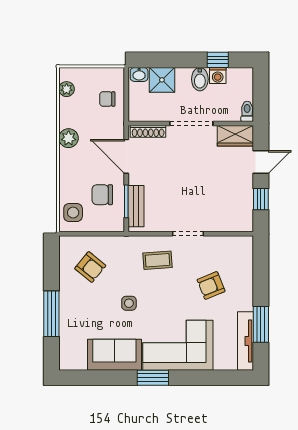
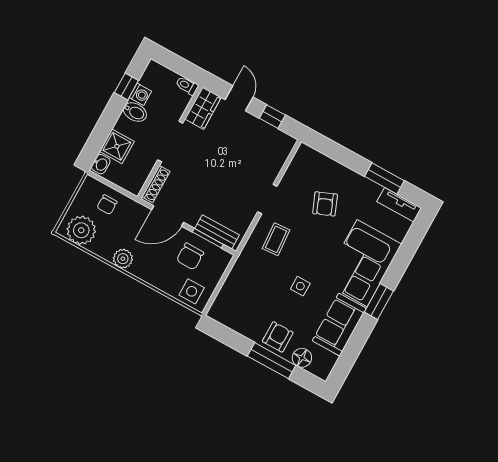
plant: (67, 89) -> (81, 230), width x1.87, depth x1.87
armchair: (90, 267) -> (278, 337), moved, turned -39
floor lamp: (68, 338) -> (302, 358), added
tv unit: (245, 341) -> (399, 205), width x0.71

